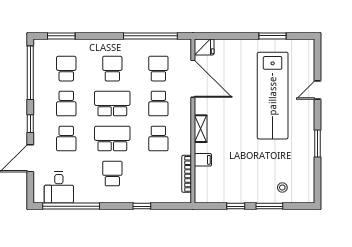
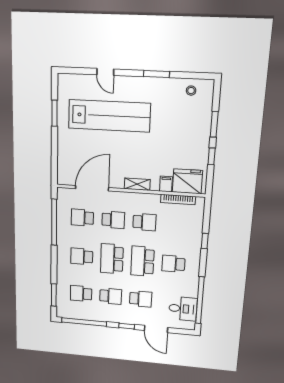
fridge: (204, 47) -> (187, 181), moved, width x1.88, depth x1.34
stool: (282, 187) -> (191, 91), moved

